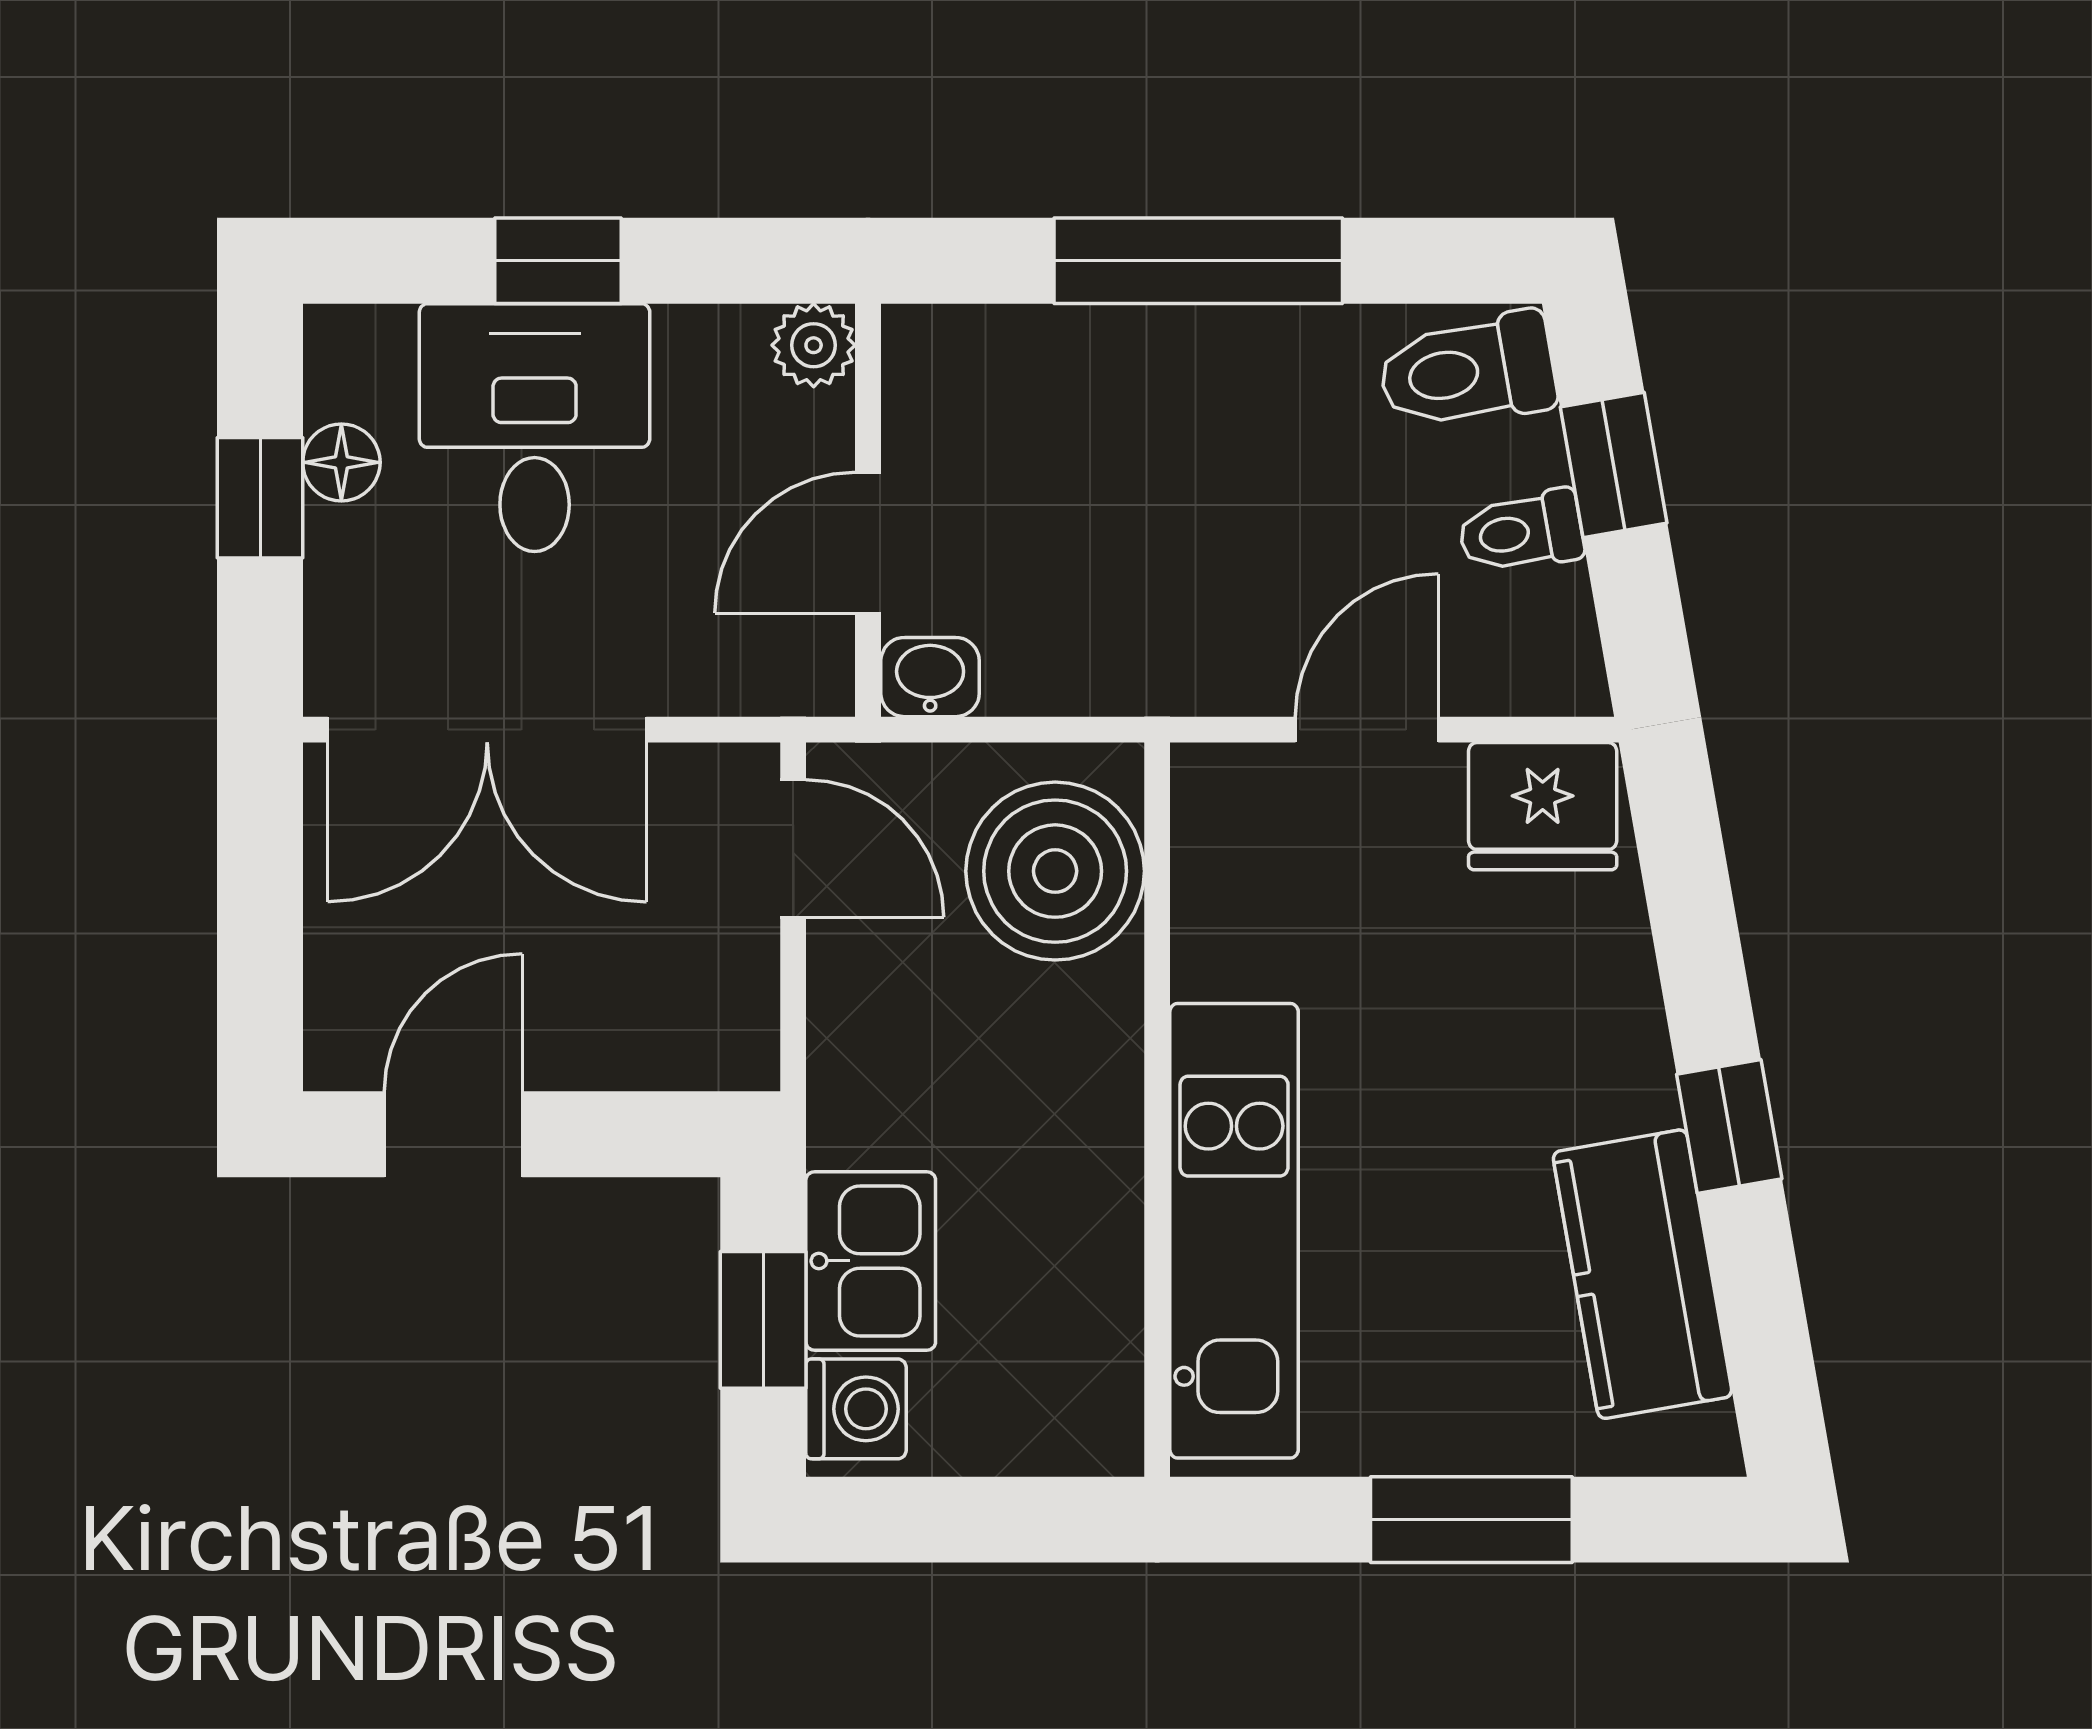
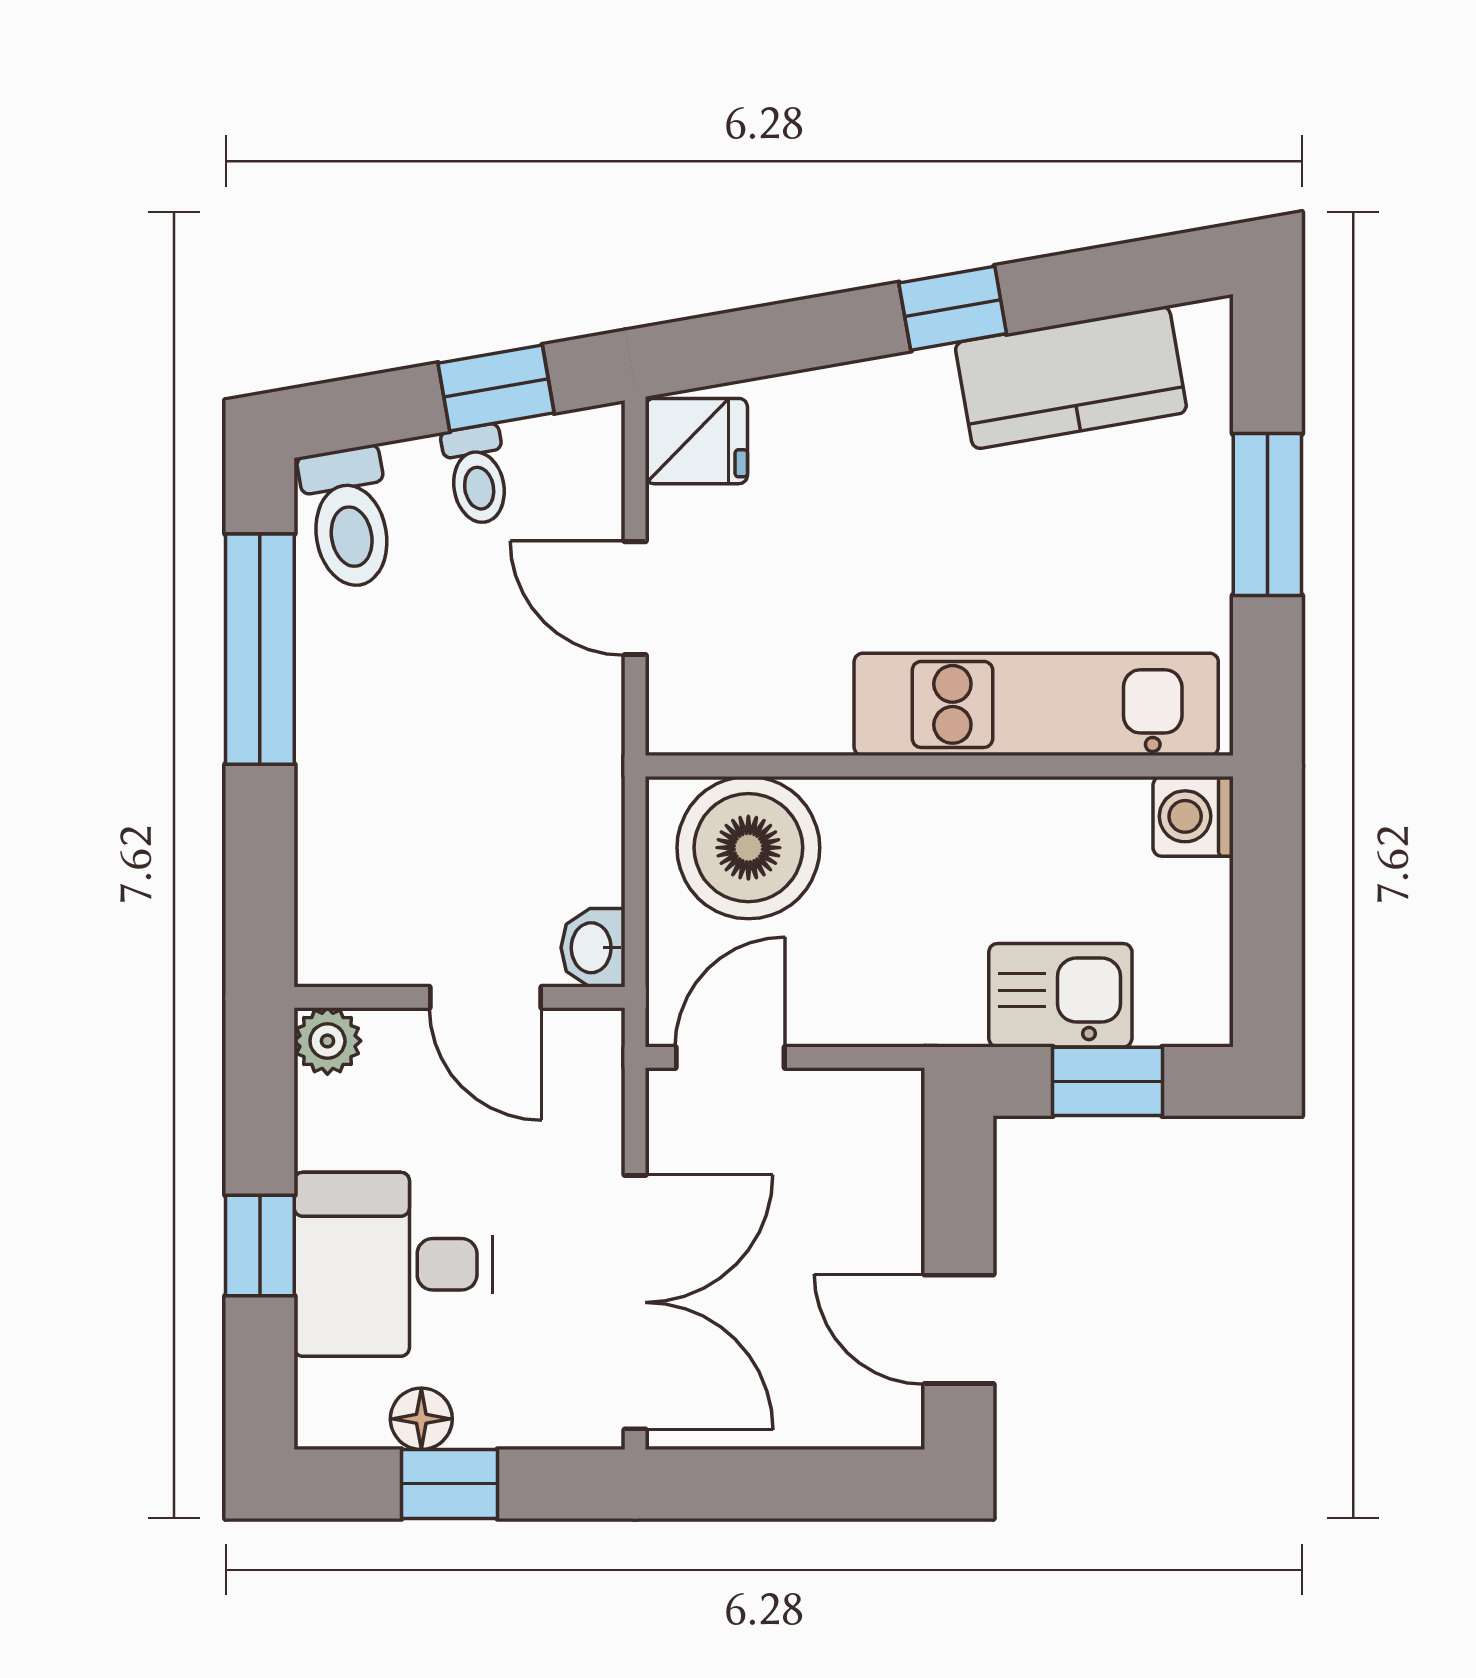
window: (1198, 261) -> (260, 649), moved
window: (1614, 465) -> (496, 388), moved
fridge: (1543, 806) -> (696, 441), width x0.72
washing machine: (856, 1409) -> (1193, 816), moved, turned -90

